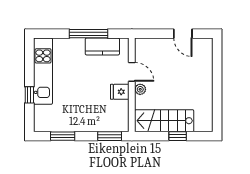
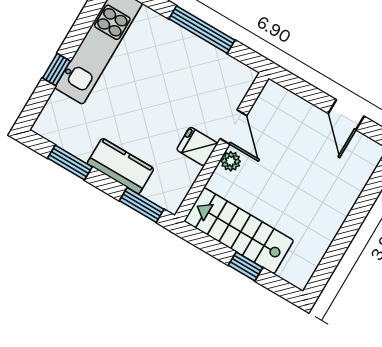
kitchen counter: (102, 46) -> (120, 166), moved, turned 180

